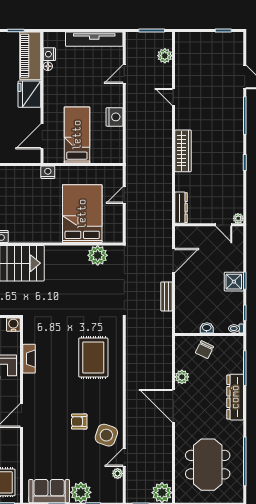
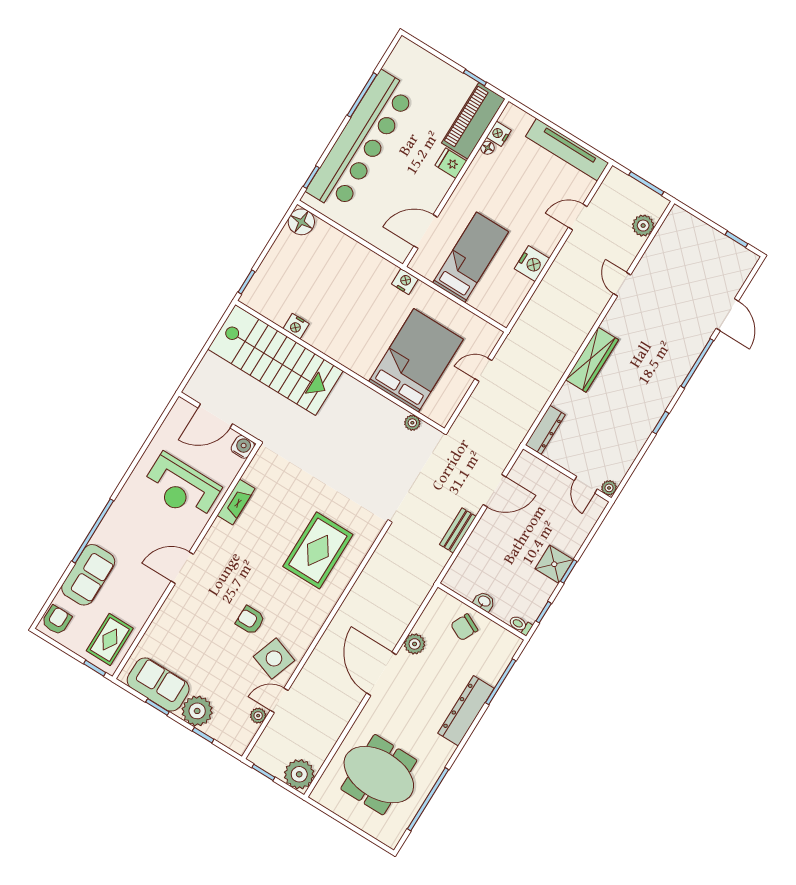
fridge: (29, 94) -> (451, 163), width x0.53, depth x0.75
plant: (98, 255) -> (412, 423), width x0.53, depth x0.53
meeting table: (208, 465) -> (379, 775), turned 90

